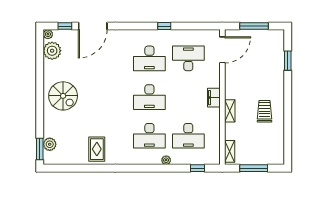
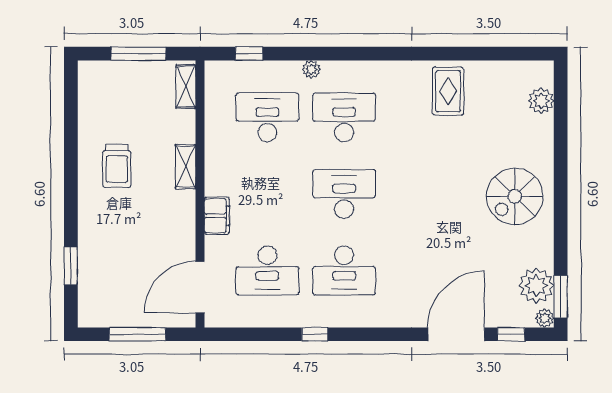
desk: (149, 58) -> (344, 270), turned 180
spiral stairs: (63, 96) -> (515, 196), turned -90
filing cabinet: (214, 98) -> (217, 216), moved
window: (40, 149) -> (561, 297), moved

